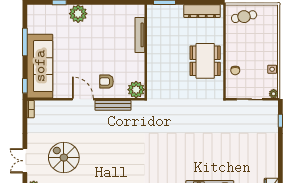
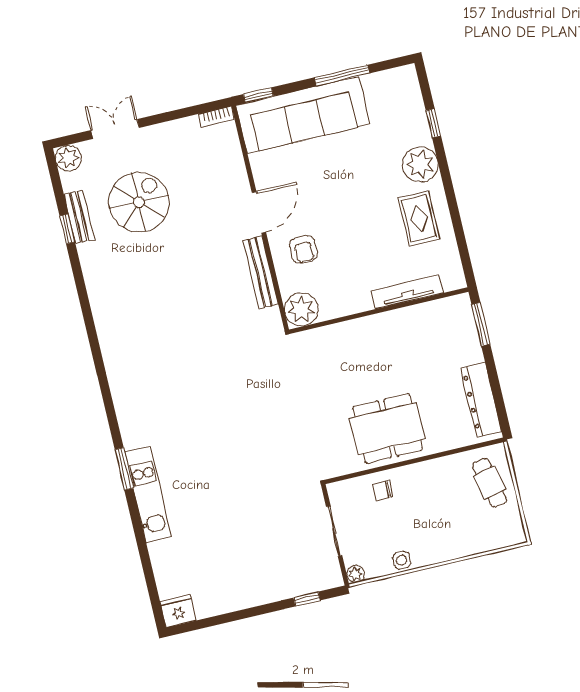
rug: (105, 21) -> (419, 218), added
armchair: (107, 82) -> (303, 249), turned 180

